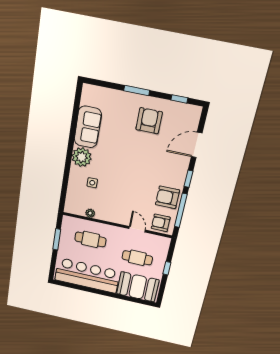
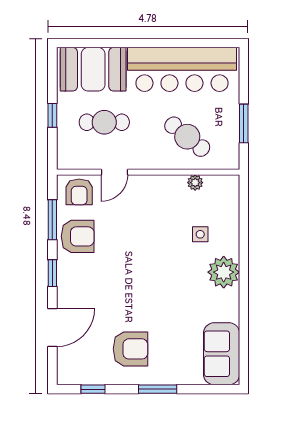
armchair: (149, 121) -> (131, 349), turned -90
sofa: (88, 127) -> (222, 354), moved
window: (181, 210) -> (52, 220), width x0.69
armchair: (161, 223) -> (79, 192), turned 90
door: (137, 229) -> (114, 172), hinge flipped
cafe table: (90, 239) -> (187, 137), turned 39

